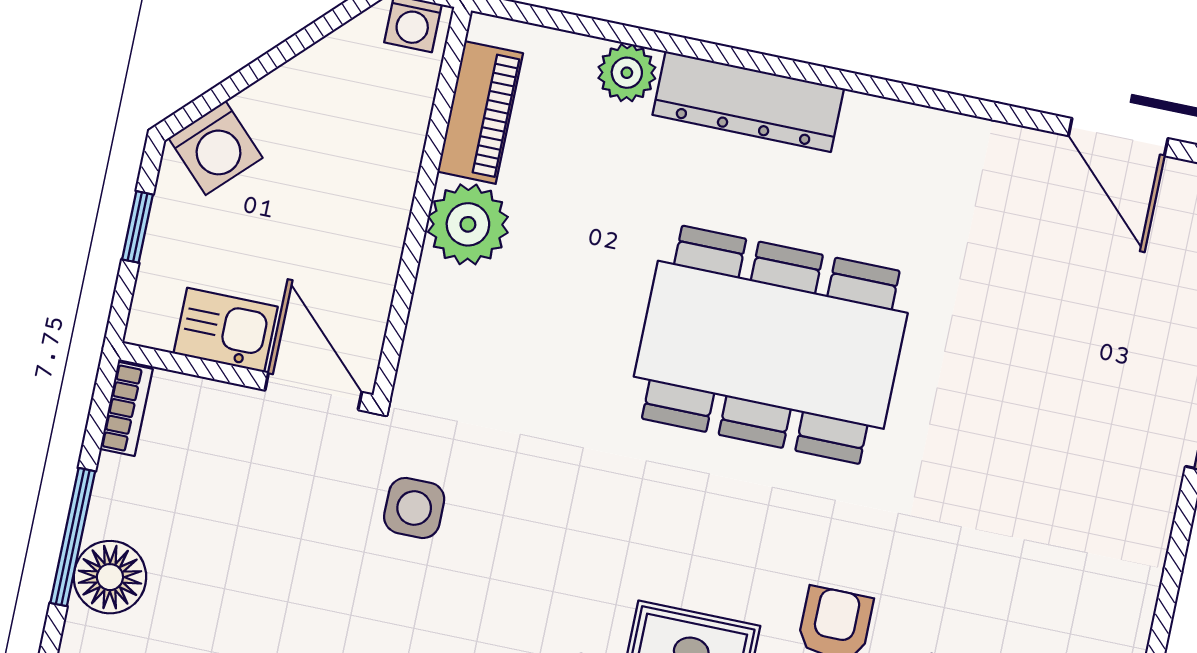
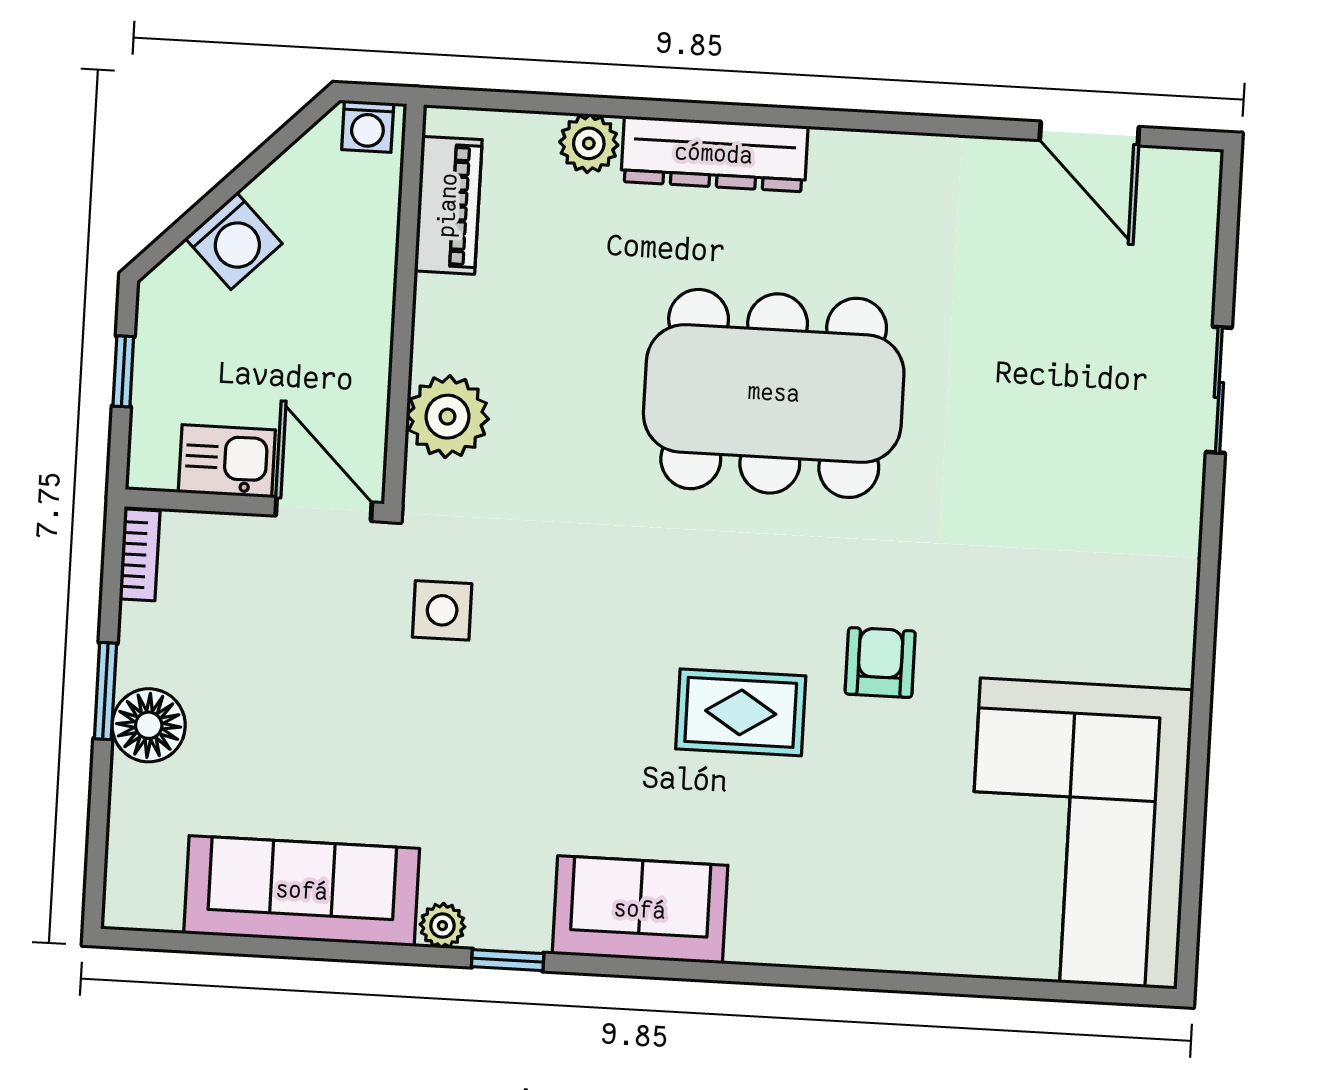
washing machine: (216, 148) -> (234, 241), moved
plant: (468, 224) -> (447, 417), moved
window: (73, 537) -> (105, 691), width x0.69

